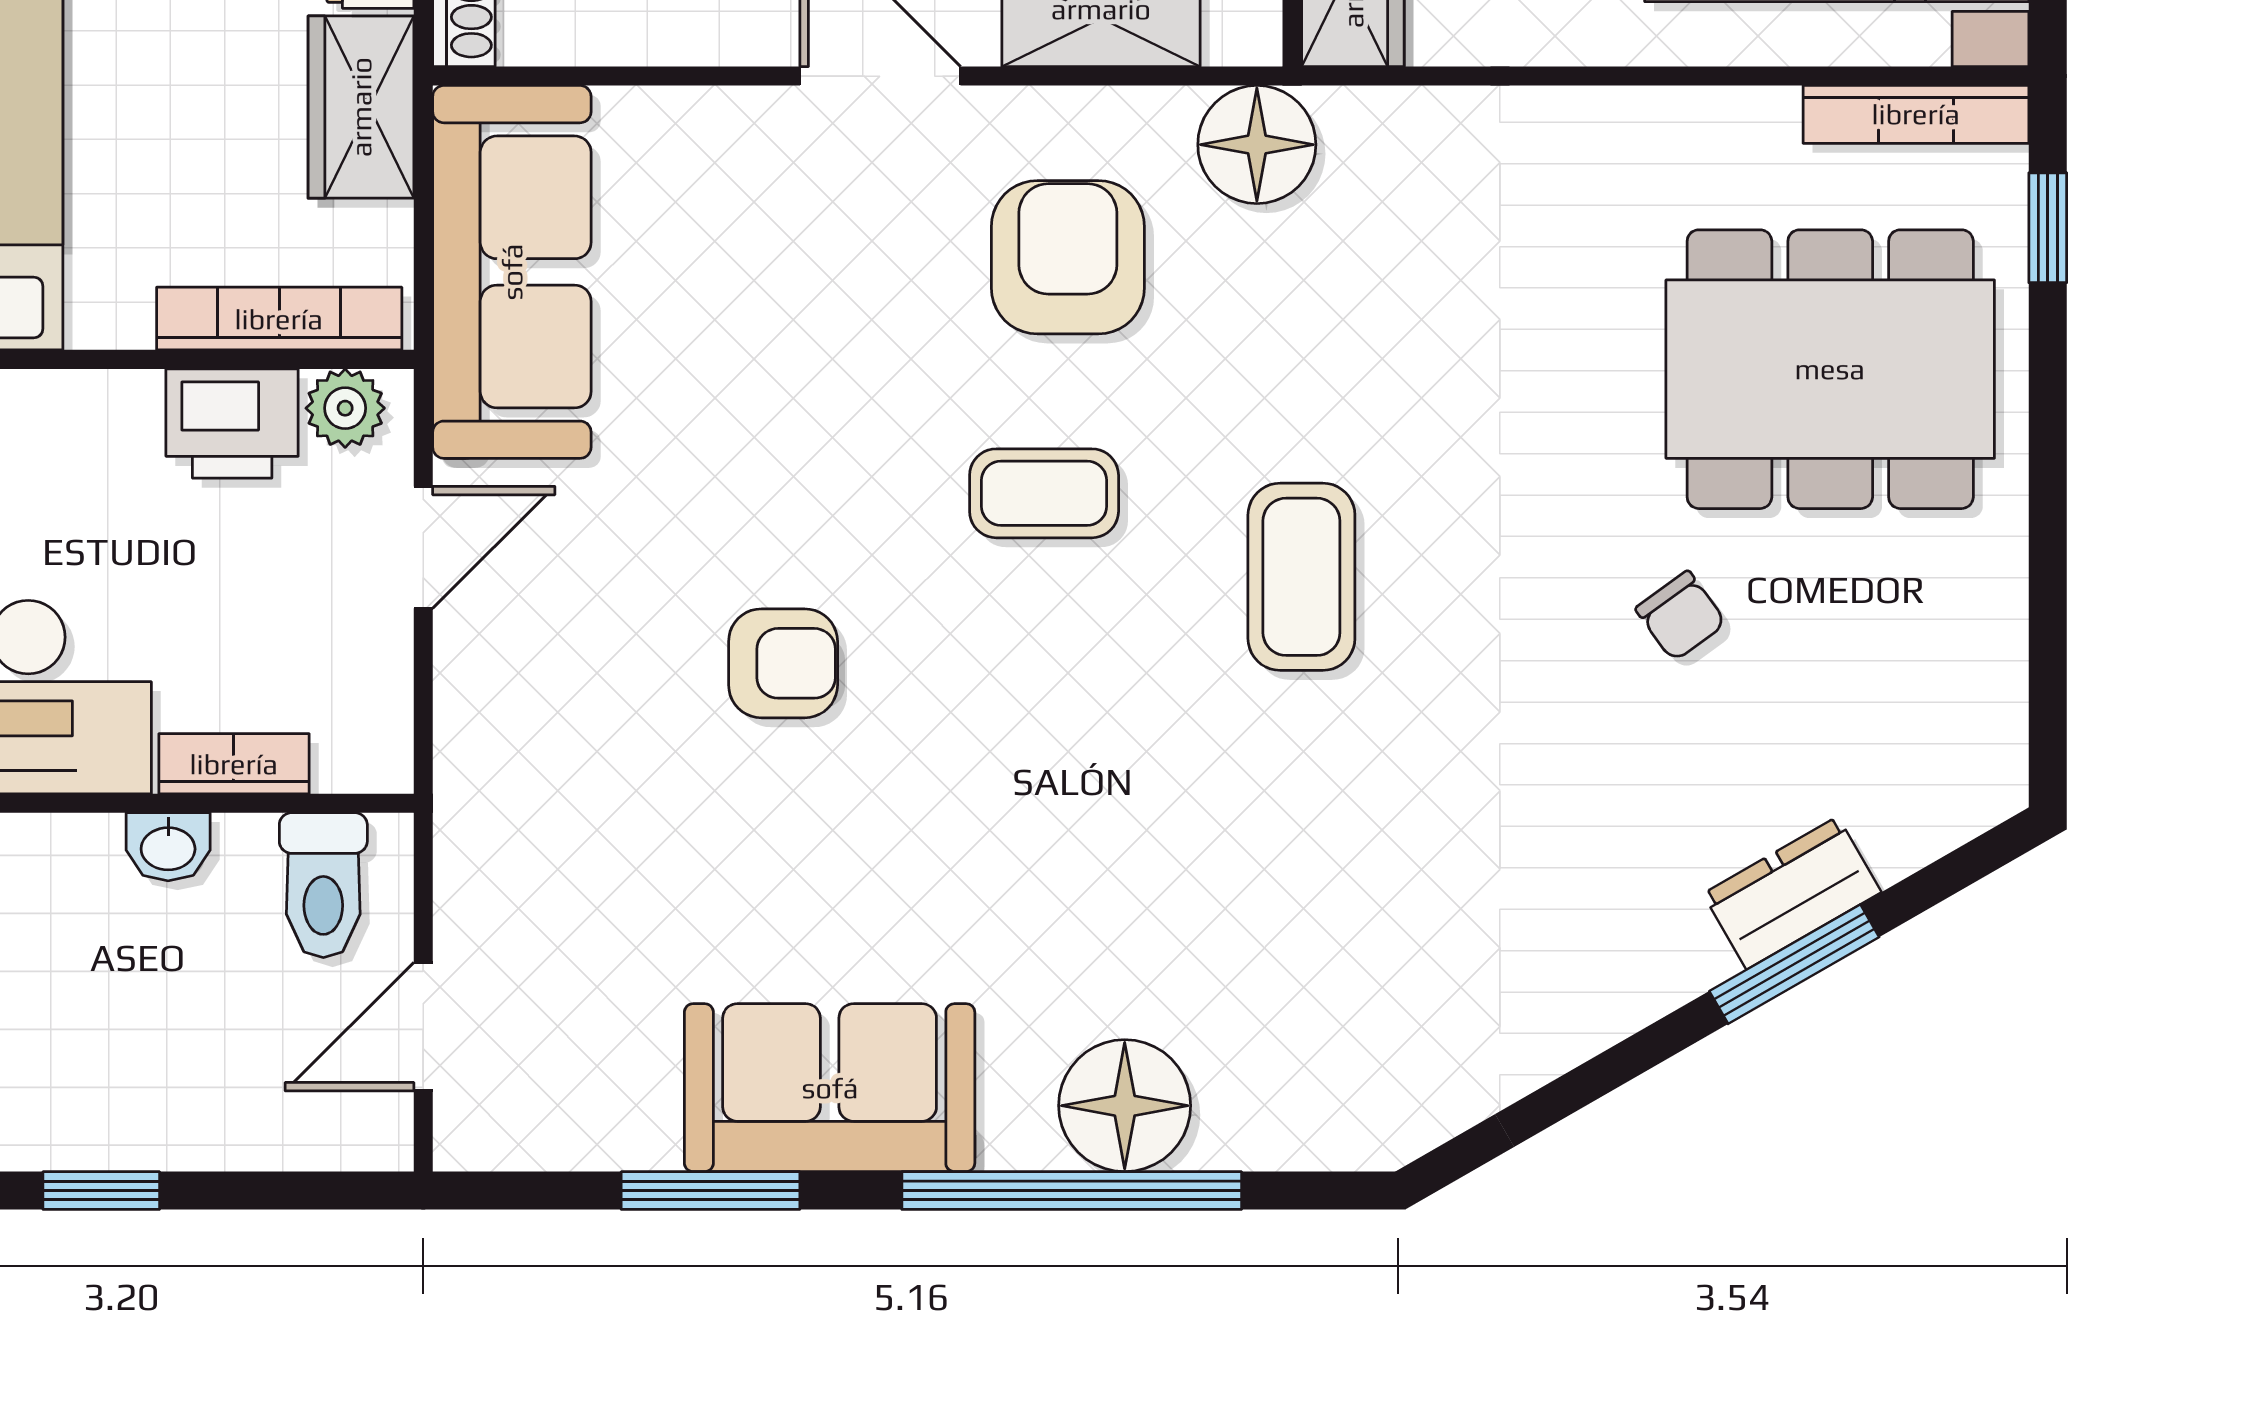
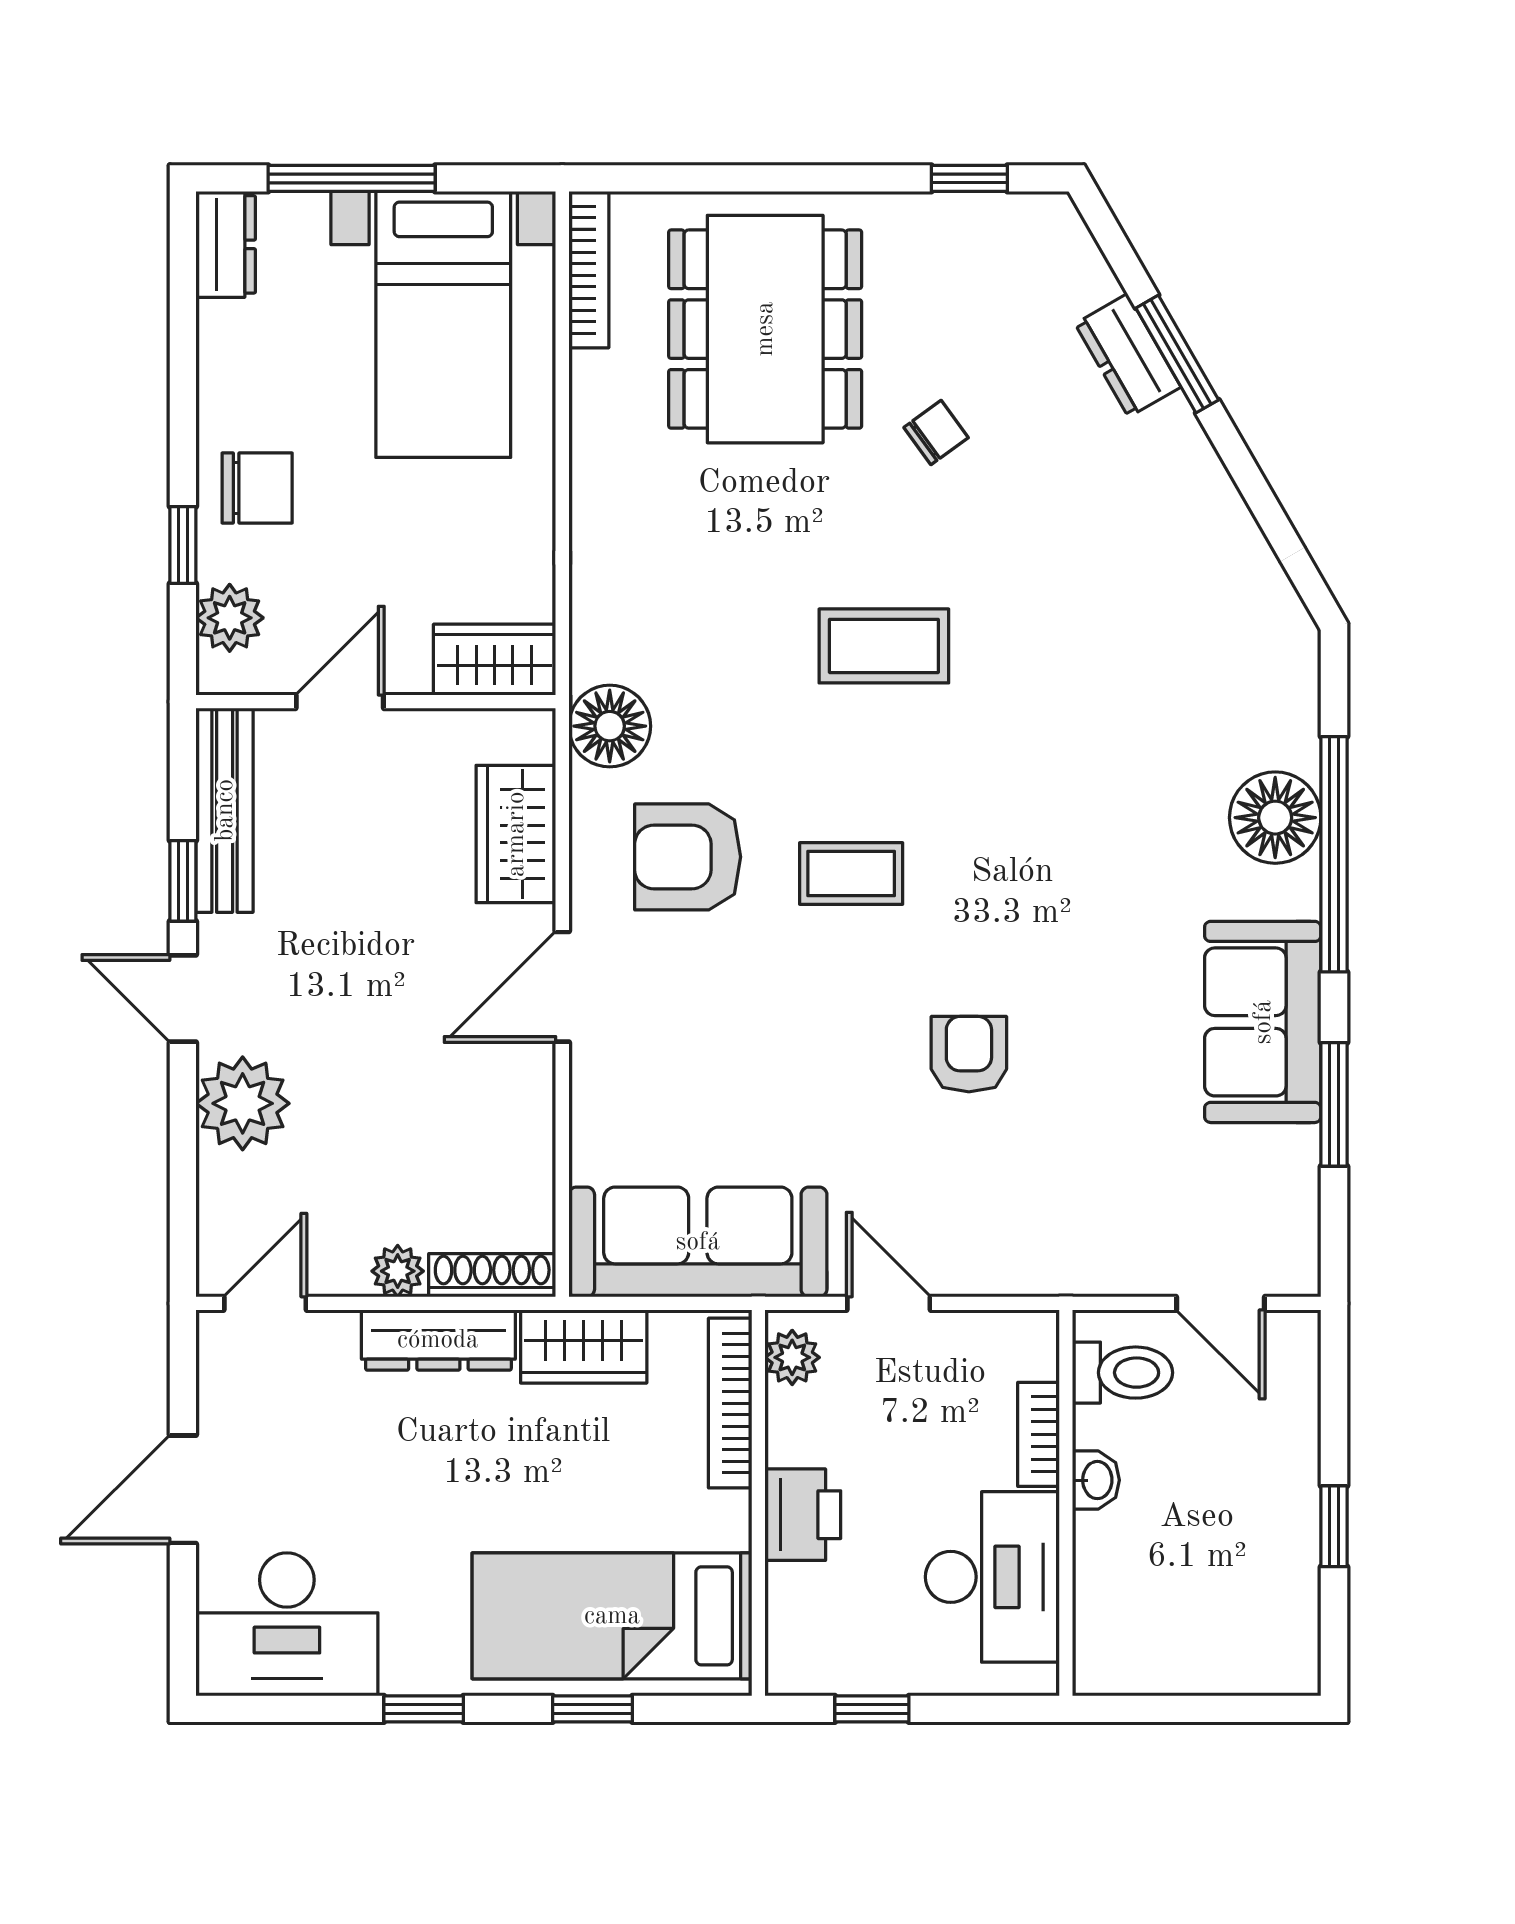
window: (2048, 228) -> (969, 178), moved
printer: (232, 424) -> (803, 1515), moved
coffee table: (1044, 493) -> (851, 873), turned 90
coffee table: (1301, 577) -> (884, 646), moved

